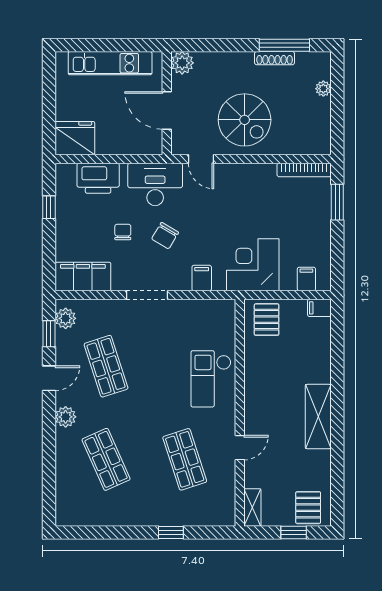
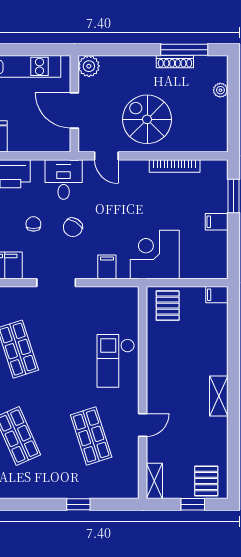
spiral stairs: (245, 120) -> (147, 119), turned 180
bookcase: (304, 170) -> (175, 166), moved
desk: (155, 184) -> (64, 180), width x0.73
filing cabinet: (306, 279) -> (217, 222), moved, turned -90
shelving: (318, 417) -> (219, 396), width x0.67, depth x0.75

